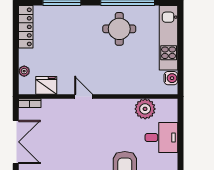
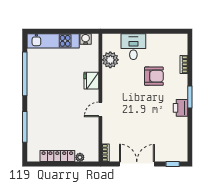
locker: (26, 27) -> (57, 156), moved
round table: (119, 29) -> (46, 81), removed
fridge: (46, 85) -> (91, 81), moved

